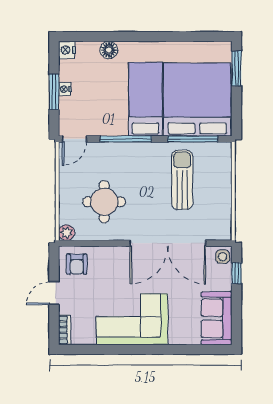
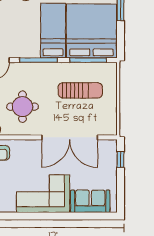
sun lounger: (182, 180) -> (80, 90), turned 90
side table: (223, 257) -> (110, 147), removed
sofa: (217, 318) -> (90, 201), moved, turned 90

